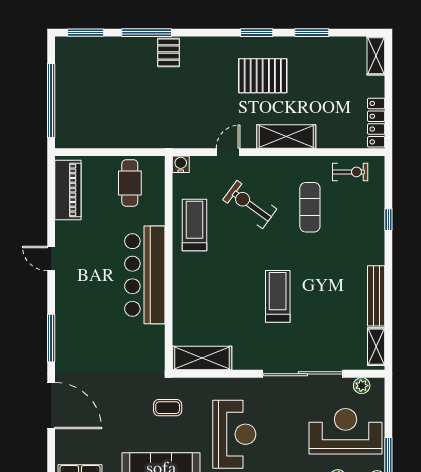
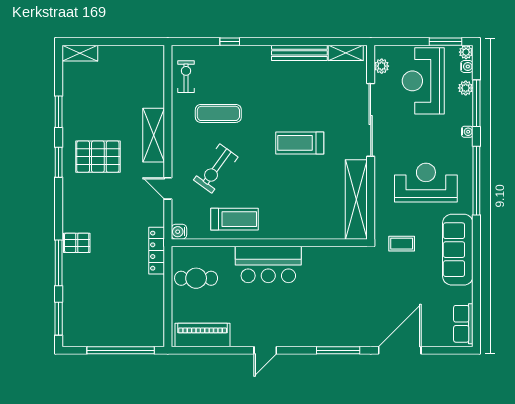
pallet: (263, 76) -> (98, 157), turned 90
locker: (376, 123) -> (157, 251), moved, turned 90
treadmill: (194, 225) -> (234, 219), turned 180
bar counter: (145, 275) -> (268, 265), width x0.73
shelving: (202, 358) -> (356, 199), width x1.47
coffee table: (168, 408) -> (402, 244), turned 90

